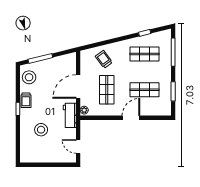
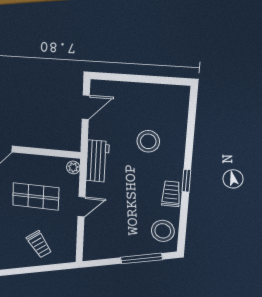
door: (78, 87) -> (81, 207), width x0.53
shop shelf: (107, 90) -> (36, 196), turned 90
door: (78, 146) -> (86, 107), hinge flipped

